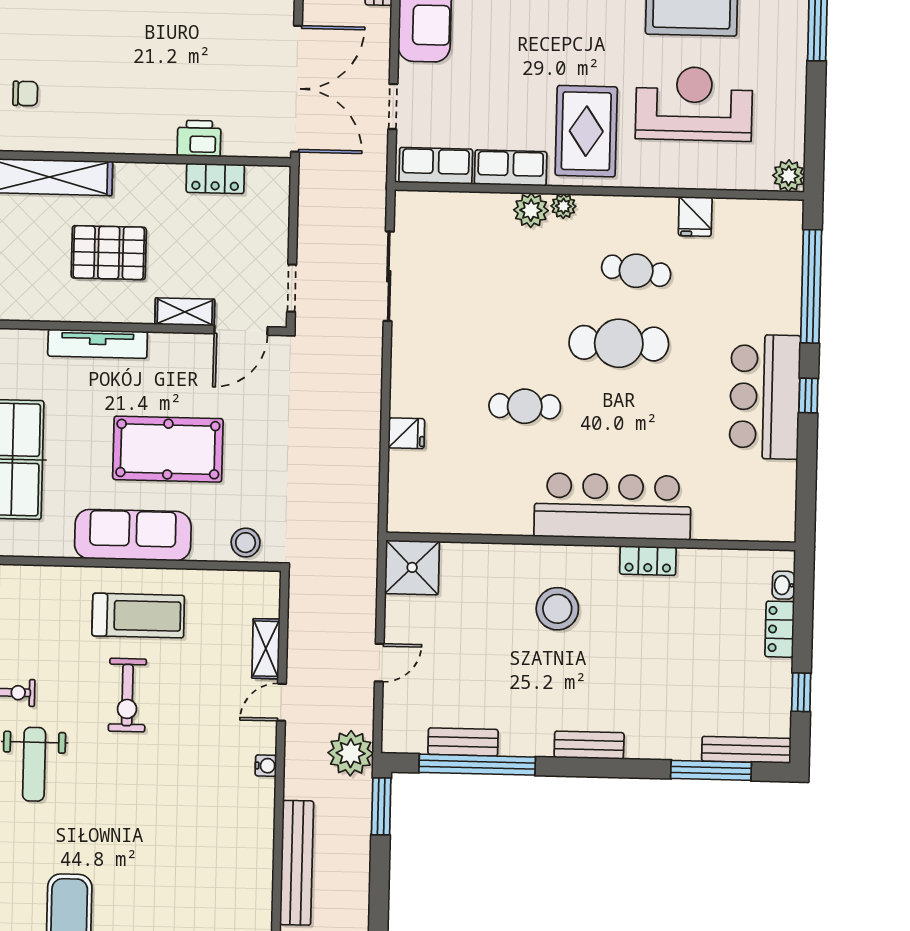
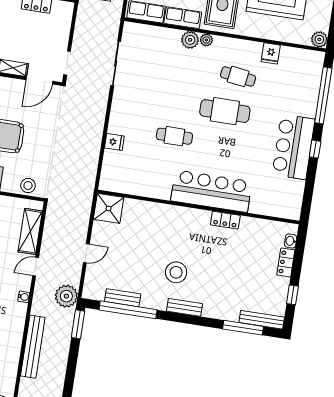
stool: (557, 609) -> (176, 272), moved
shelving: (266, 649) -> (30, 231), width x1.50, depth x1.33

